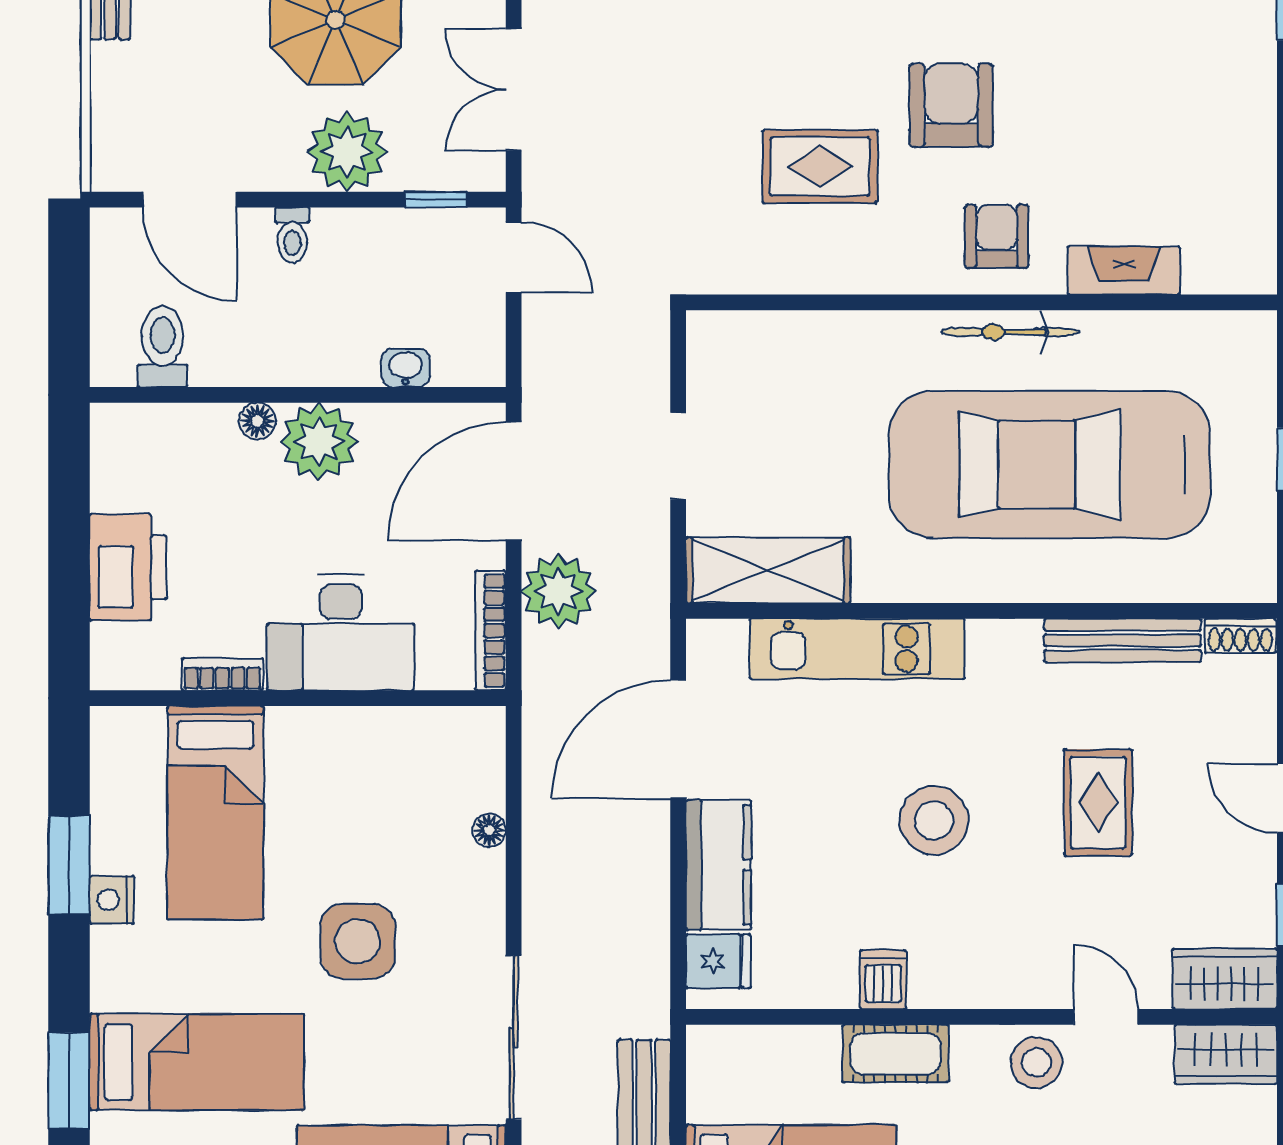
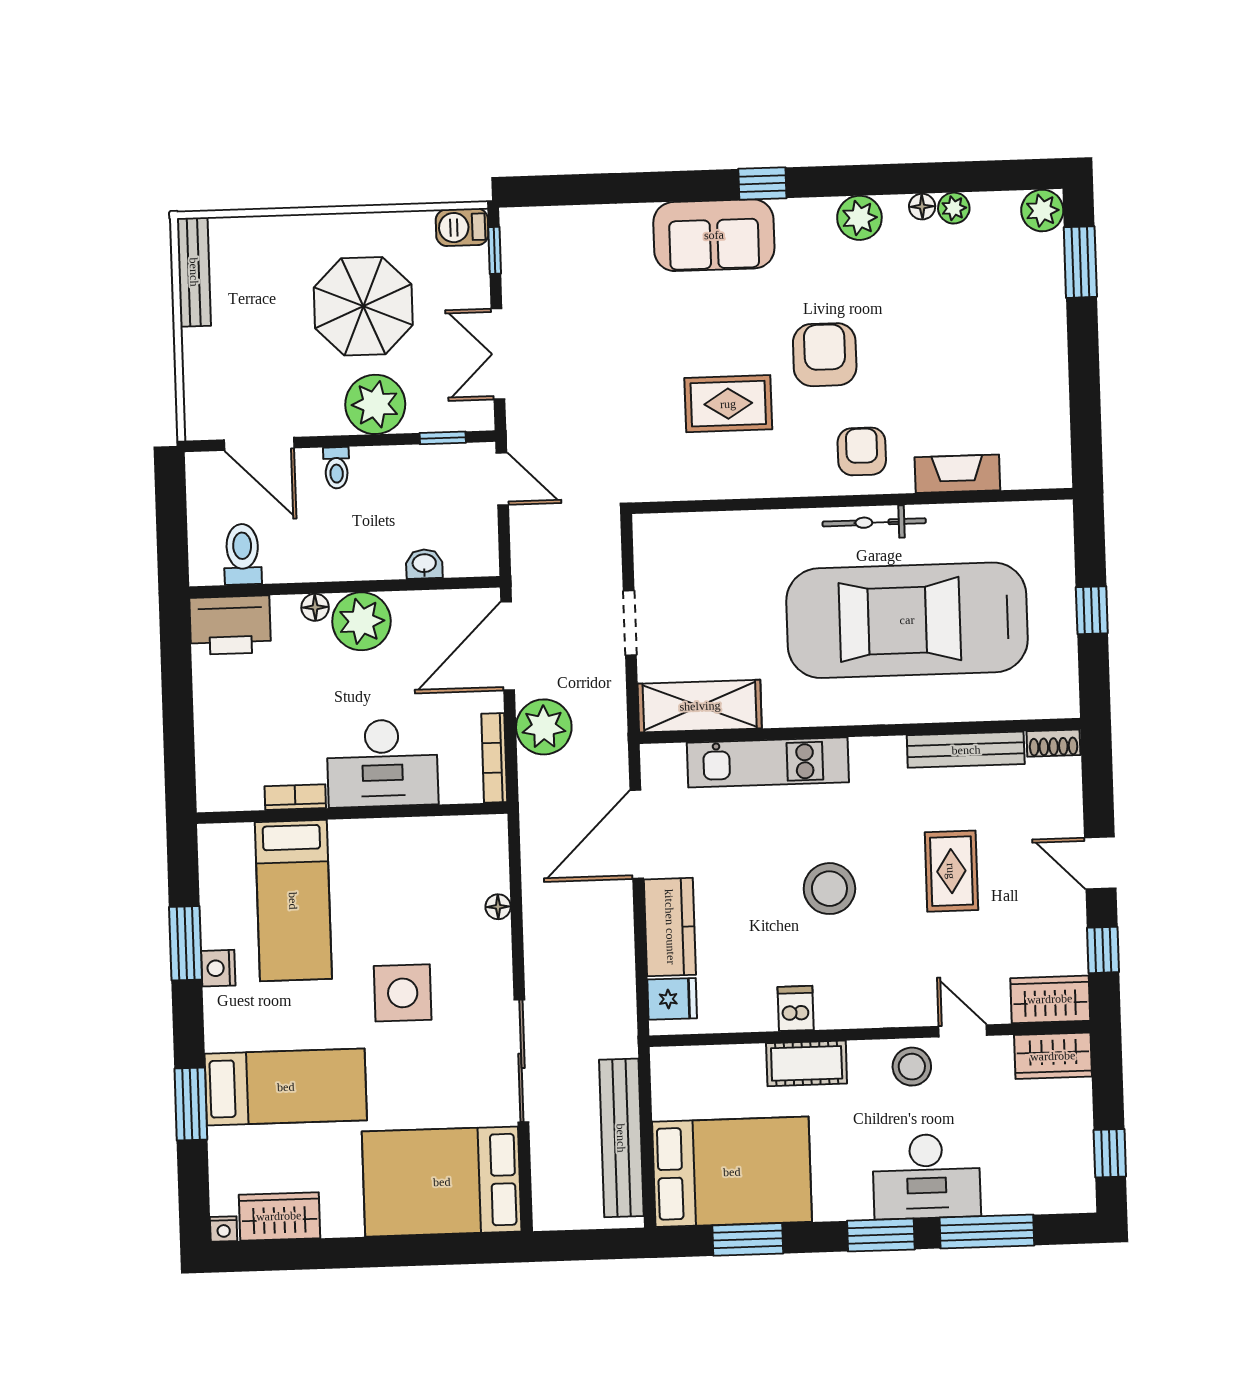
printer: (128, 567) -> (230, 625), moved, turned 90

